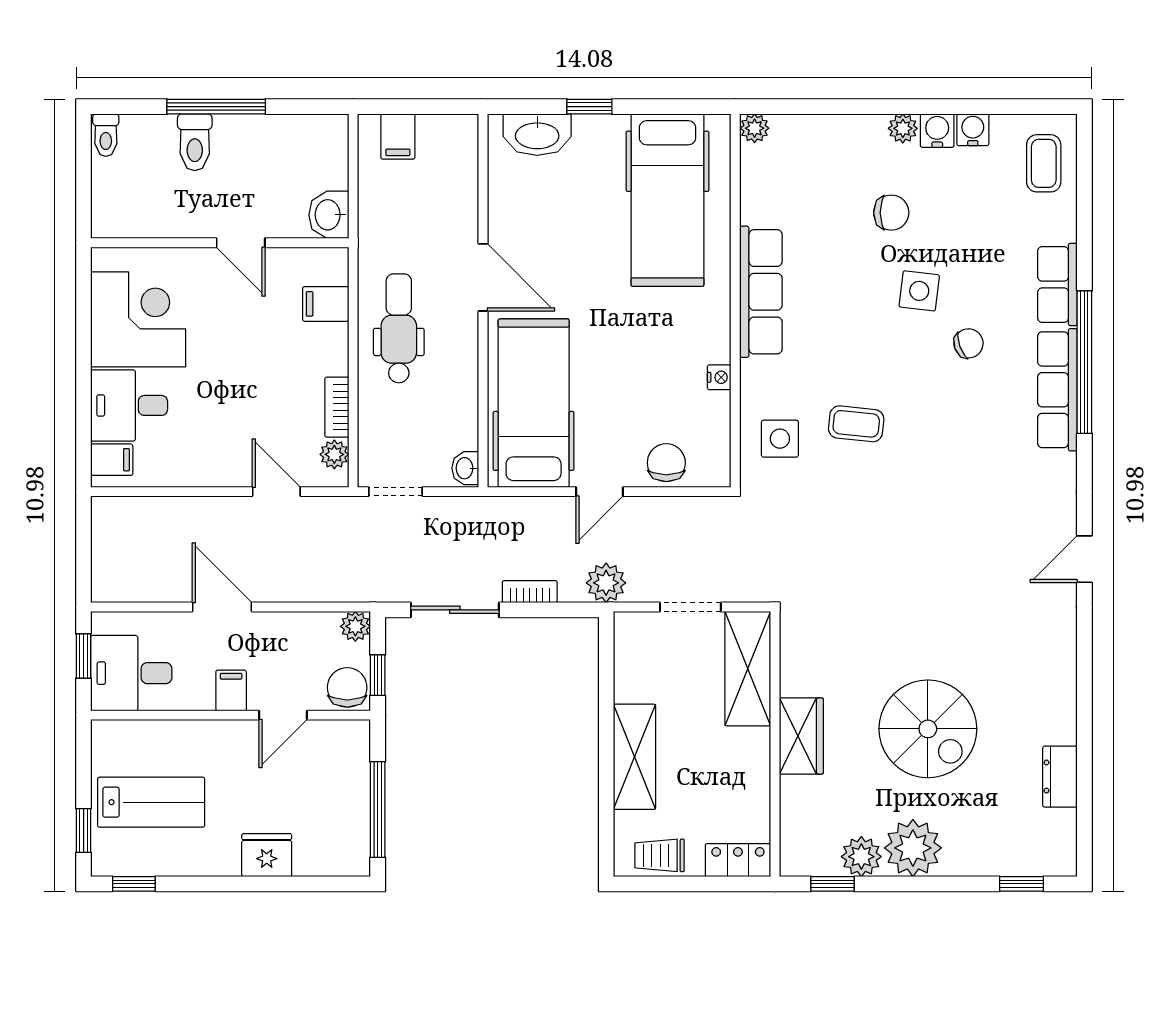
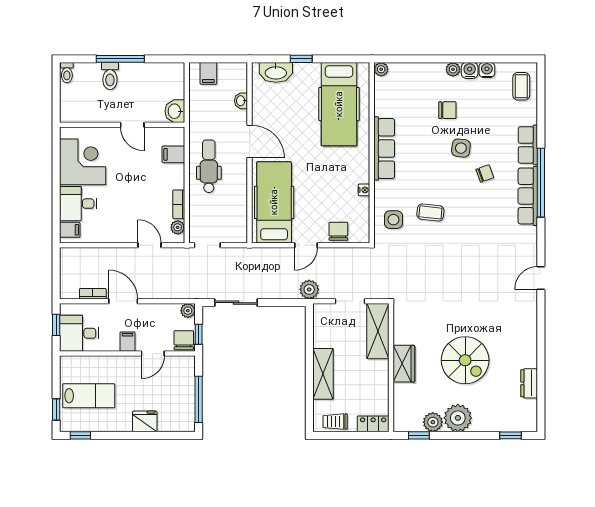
washbasin: (465, 468) -> (241, 101), moved
bookcase: (530, 592) -> (93, 294), moved

